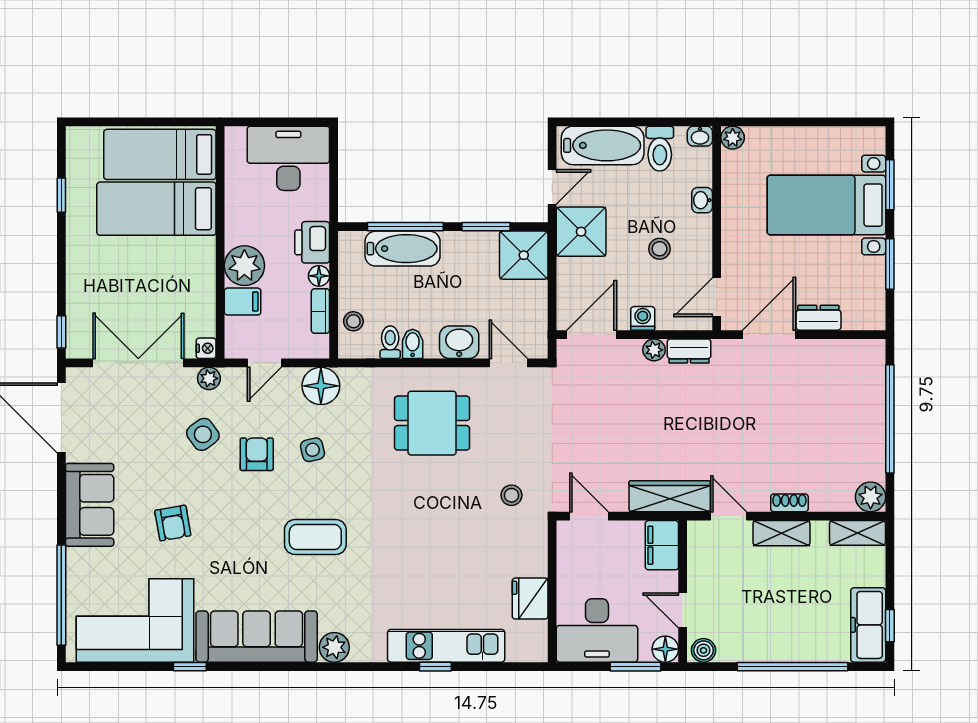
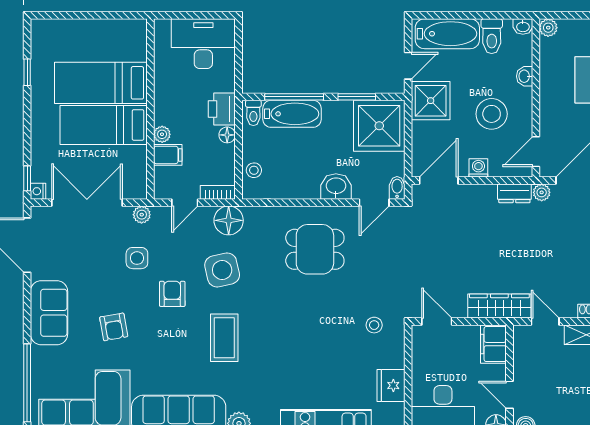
bed: (160, 154) -> (104, 125), moved
stool: (660, 249) -> (492, 114), width x1.89, depth x1.89
shower: (524, 255) -> (379, 126), width x1.37, depth x1.37
plant: (244, 266) -> (162, 134), width x0.53, depth x0.53
bookcase: (320, 311) -> (218, 192), moved, turned 90
toilet: (390, 342) -> (253, 113), moved, turned 180
bidet: (413, 344) -> (397, 188), moved
nightstand: (206, 348) -> (38, 191), moved, turned 180
plant: (654, 350) -> (542, 192), moved
door: (508, 363) -> (374, 203), swing flipped
side table: (203, 434) -> (137, 258), turned 36
side table: (313, 450) -> (222, 270), width x1.87, depth x1.87
armchair: (257, 454) -> (172, 294), moved
stool: (511, 495) -> (374, 325), moved
coffee table: (315, 537) -> (224, 338), turned 90

